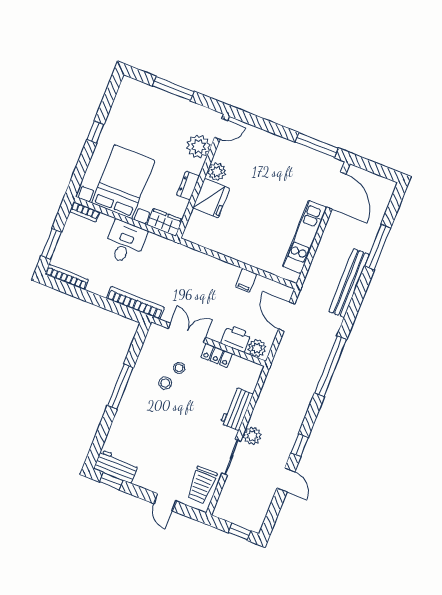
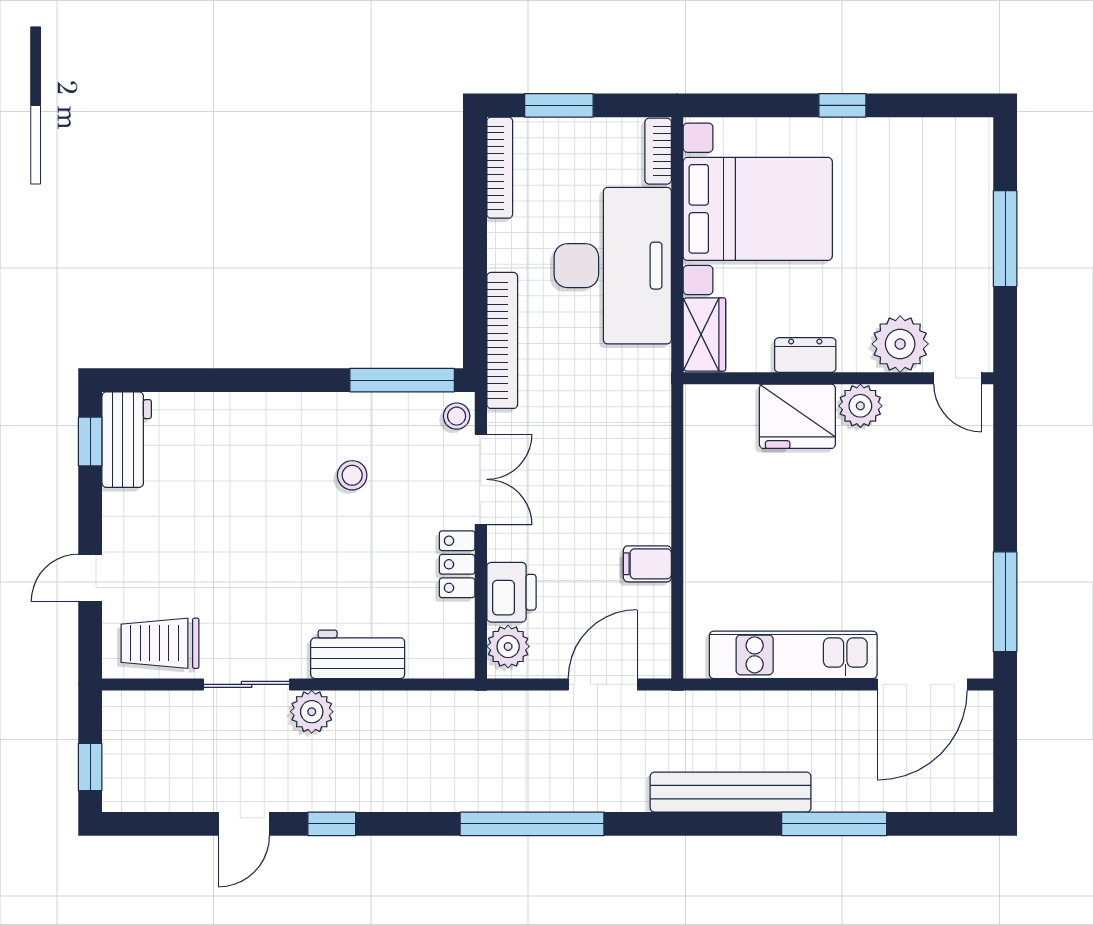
desk: (125, 242) -> (613, 266), width x1.87, depth x1.30
stool: (179, 368) -> (457, 416), moved
window: (120, 387) -> (402, 380), moved

